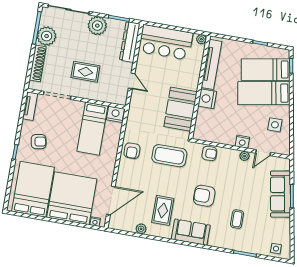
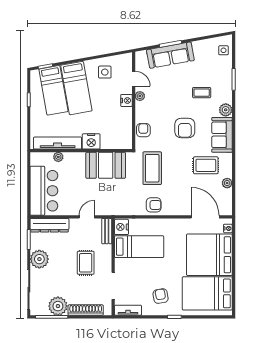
plant: (201, 39) -> (58, 157), moved
bench: (114, 99) -> (107, 231), added
plant: (215, 240) -> (226, 110), added

